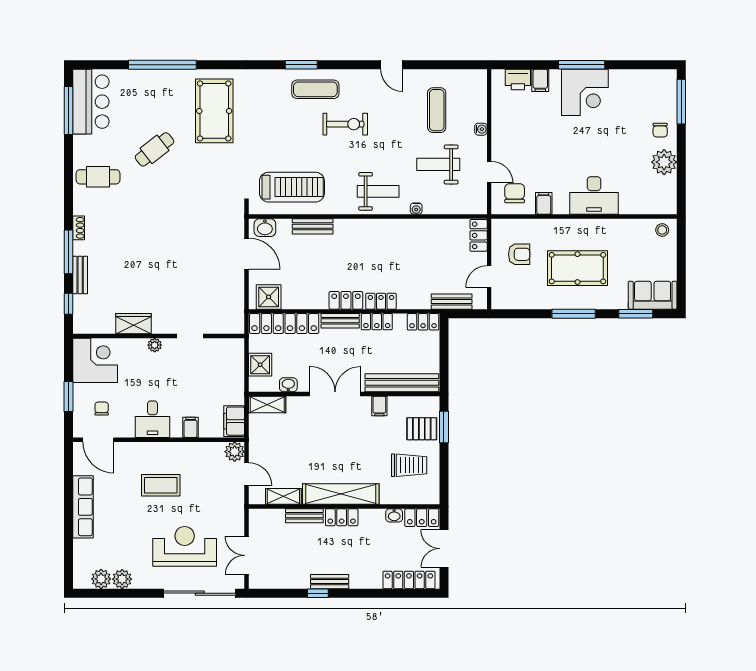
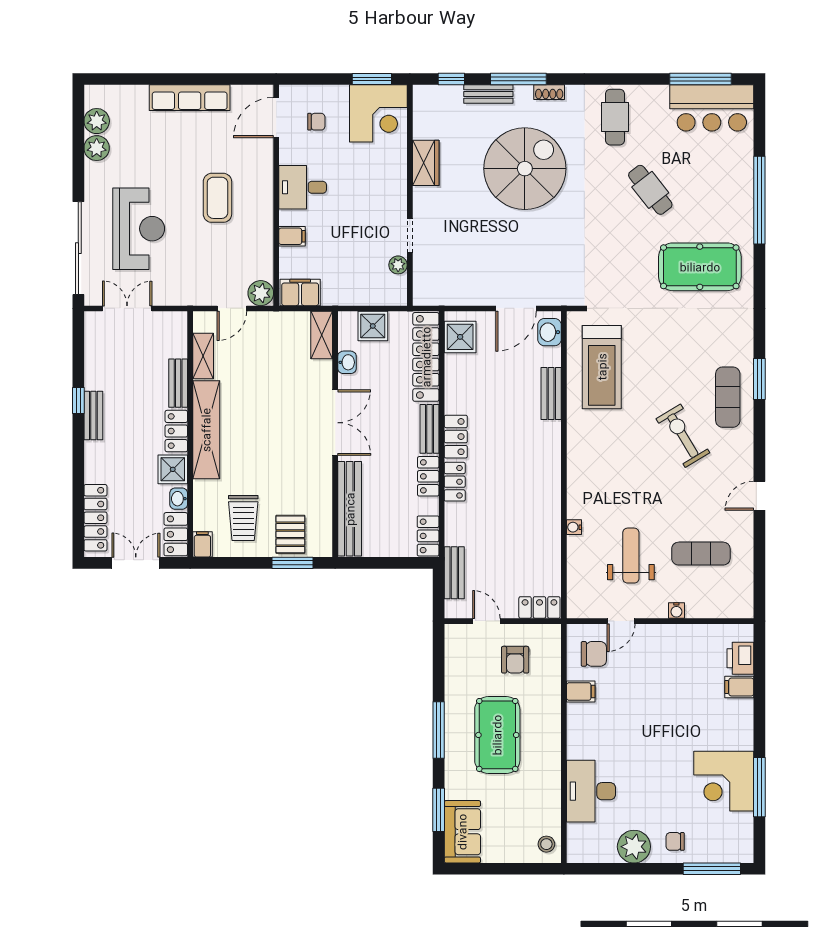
window: (582, 65) -> (759, 787), moved
corner desk: (585, 92) -> (724, 781), moved
exercise bike: (345, 124) -> (683, 436), turned 149
weight bench: (378, 191) -> (596, 478), removed
desk: (594, 195) -> (591, 791), moved
spiral stairs: (138, 247) -> (525, 169), added
plant: (155, 345) -> (398, 265), moved
window: (68, 396) -> (372, 79), moved
filing cabinet: (379, 406) -> (202, 544), moved, turned 90
shower: (371, 520) -> (173, 469), added

